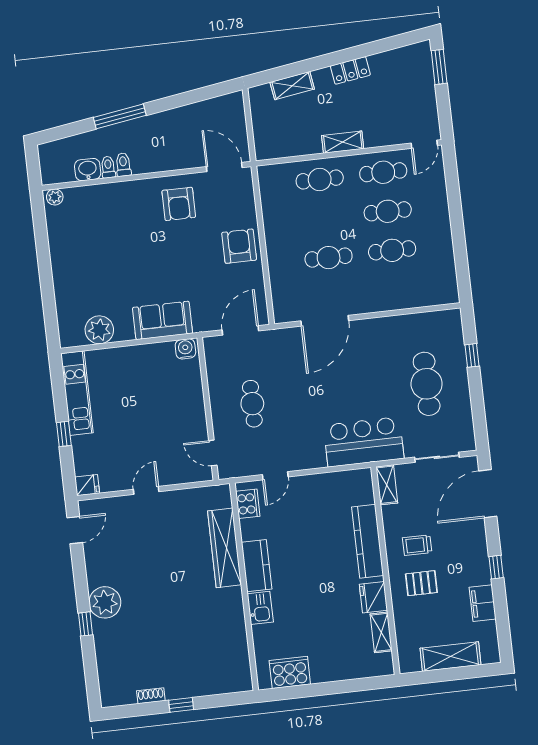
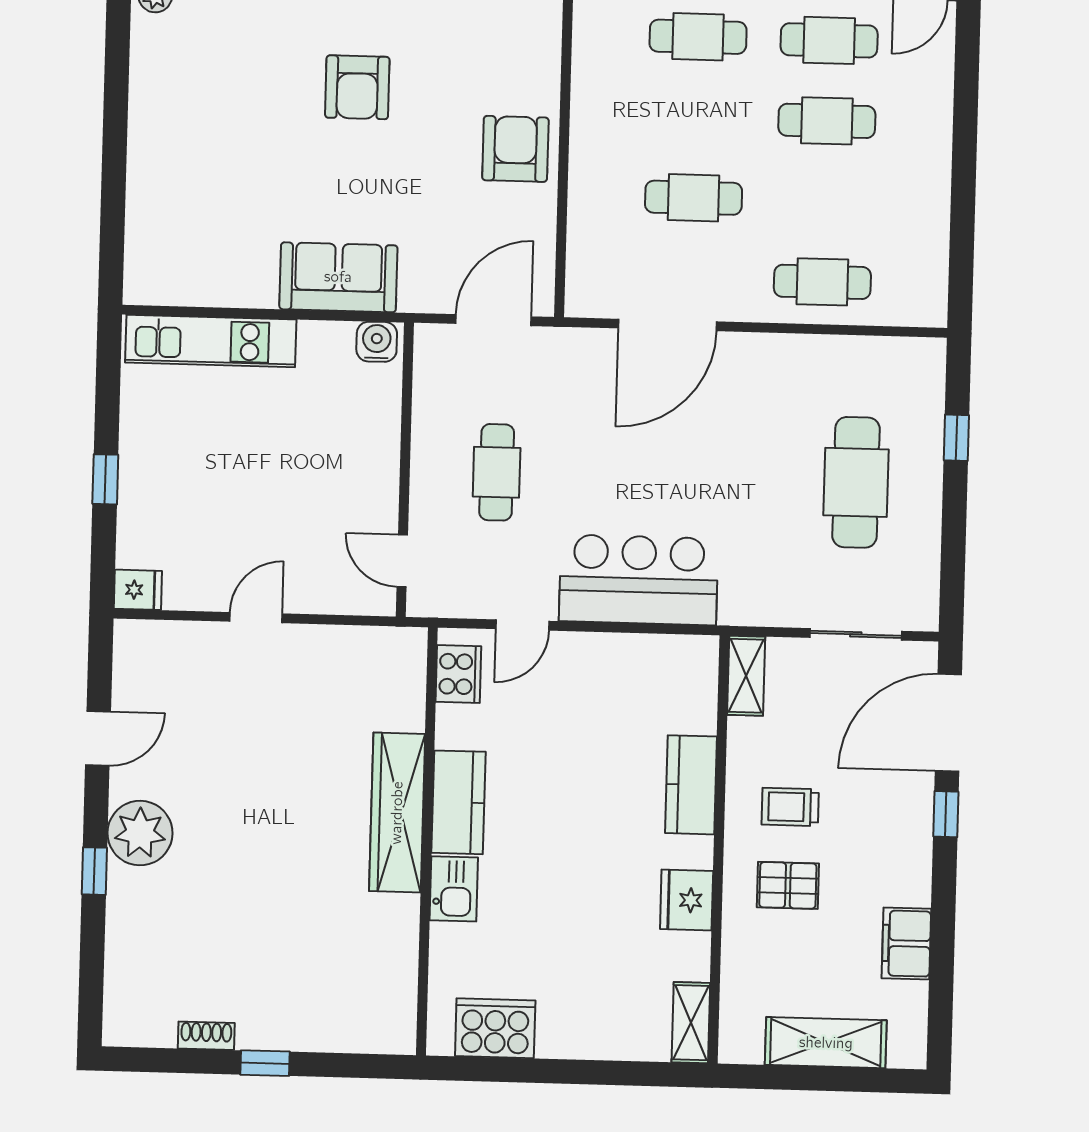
armchair: (179, 204) -> (357, 87), moved
cafe table: (392, 250) -> (822, 282), moved
plant: (99, 330) -> (208, 278), removed
kitchen unit: (77, 393) -> (211, 341), moved, turned 90
bar counter: (364, 442) -> (639, 580), moved
door: (75, 530) -> (98, 738), moved
kitchen counter: (368, 541) -> (691, 785), width x0.67
wardrobe: (225, 548) -> (397, 813), moved
window: (496, 567) -> (946, 814), moved
shelving: (381, 632) -> (691, 1023), moved

